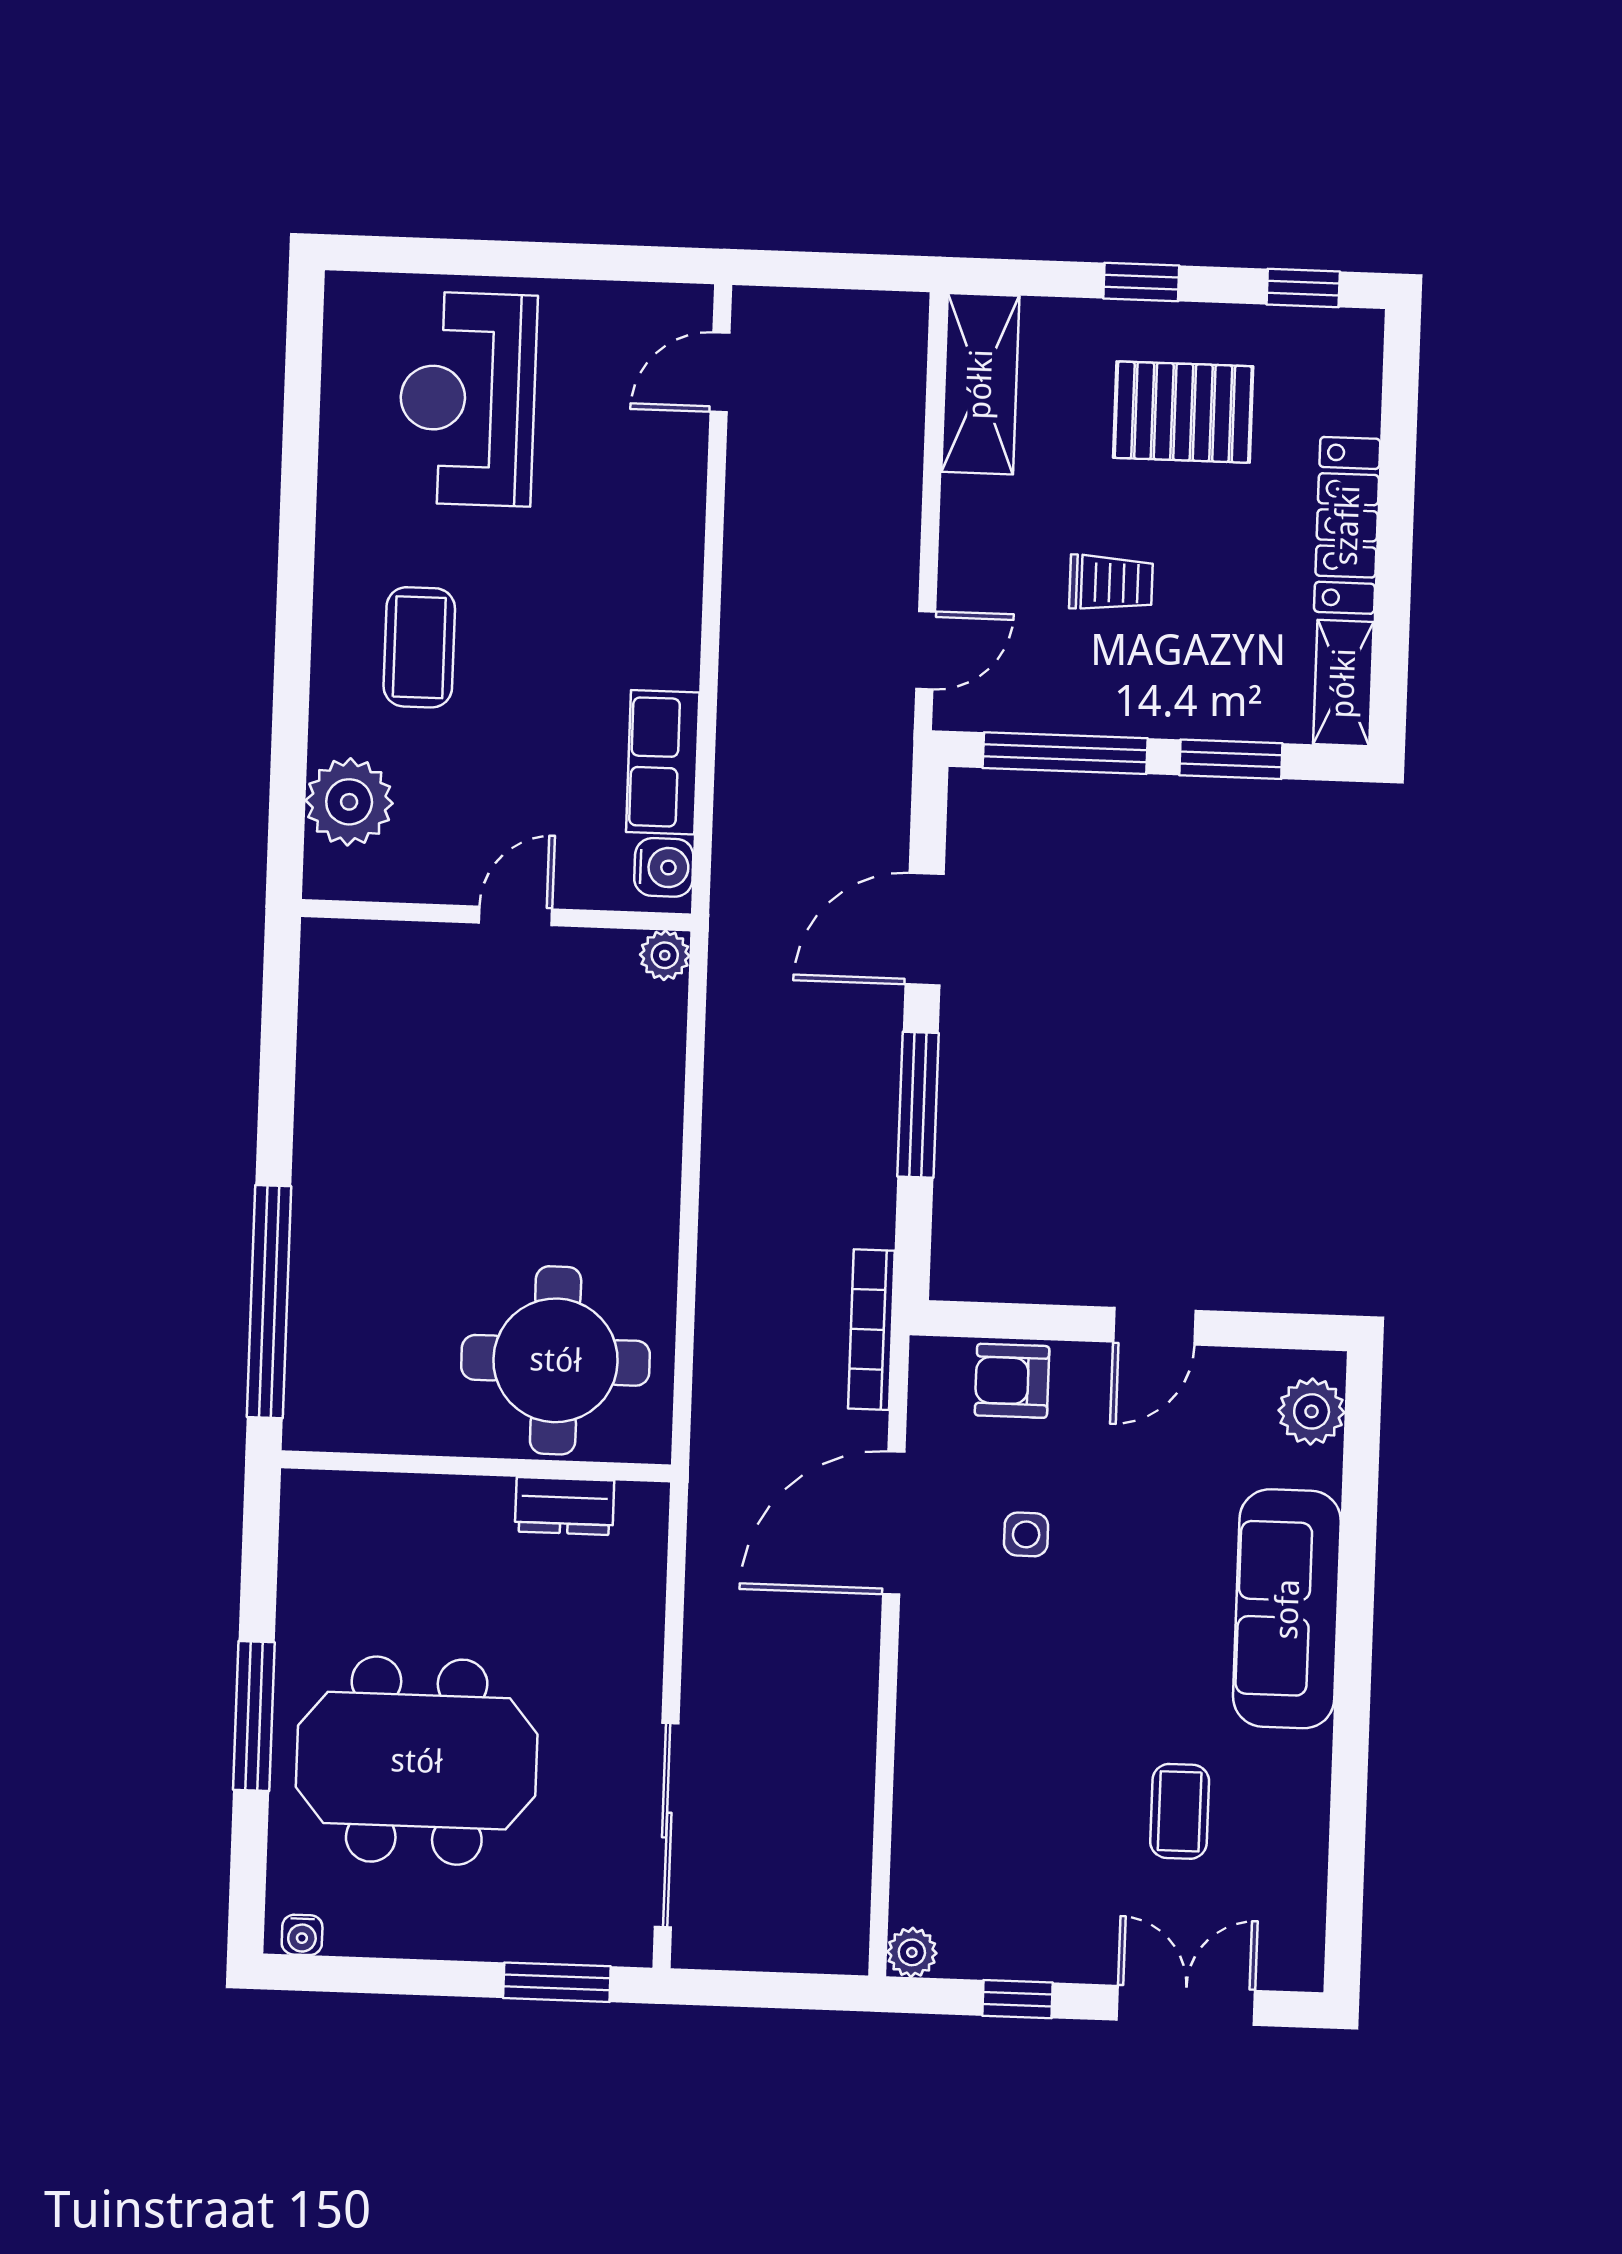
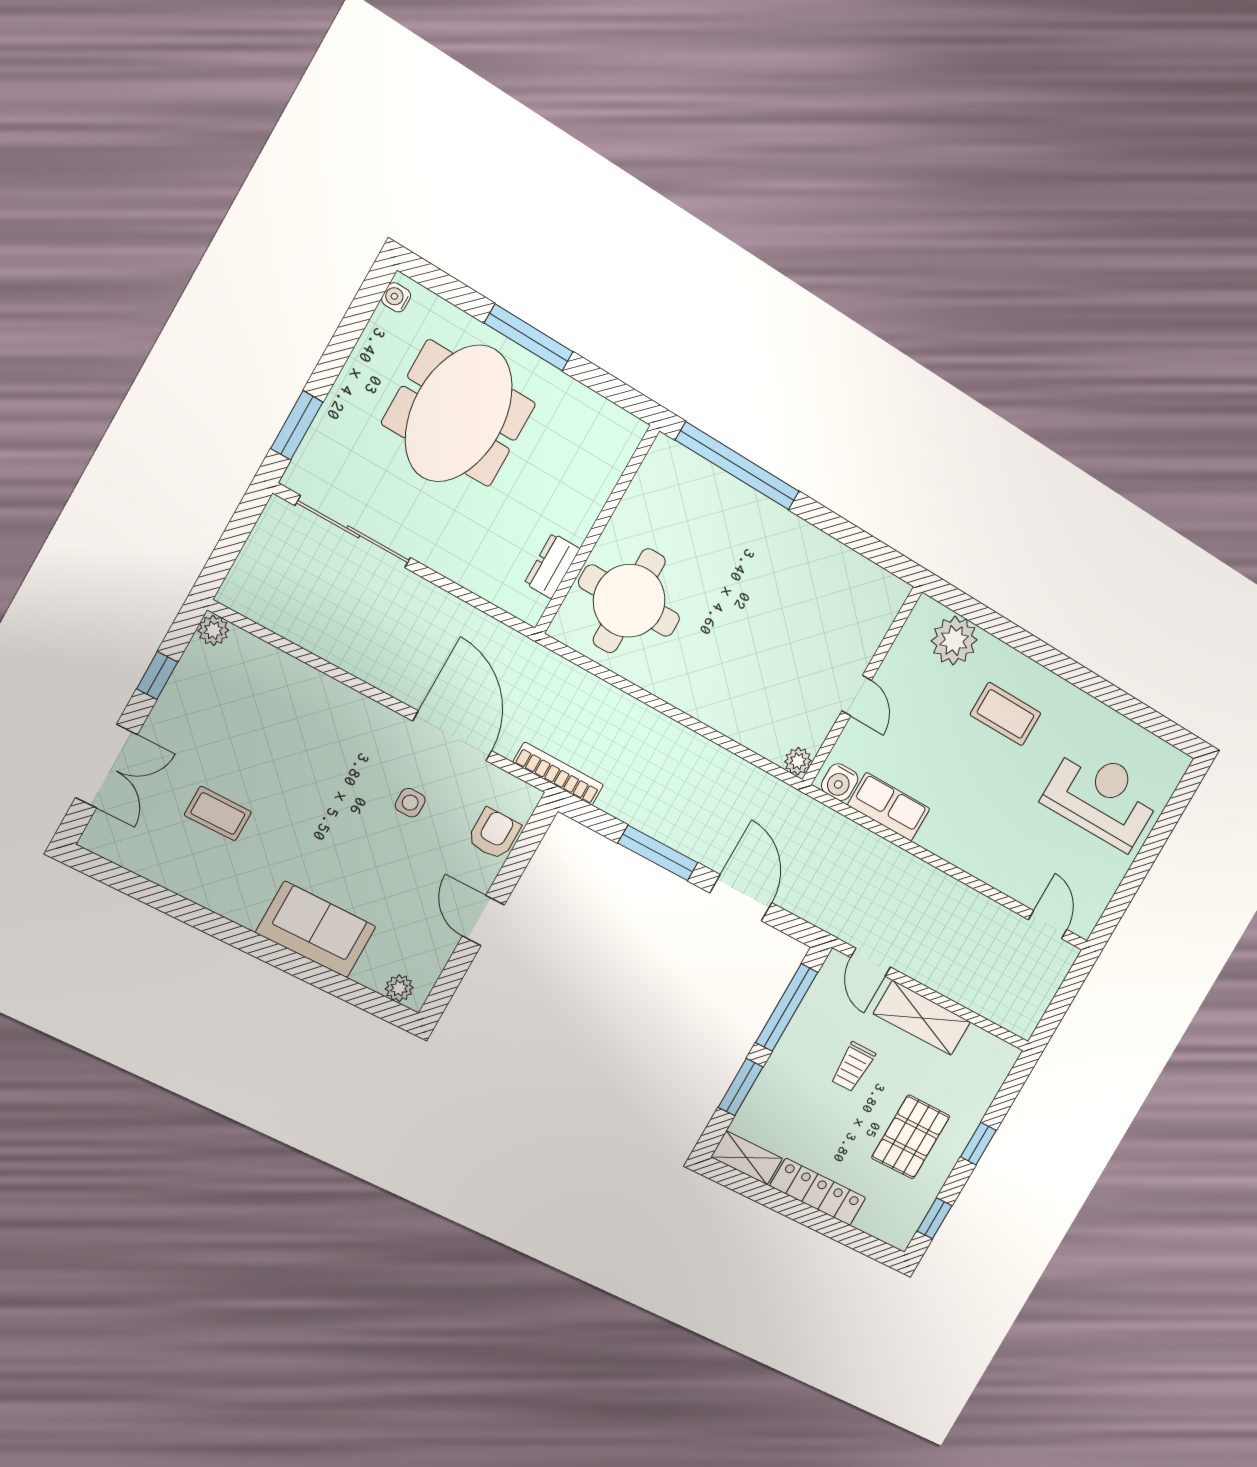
shelving: (980, 384) -> (922, 1018), moved
plant: (1312, 1411) -> (399, 988), width x0.73, depth x0.73
sofa: (1287, 1609) -> (316, 930), width x0.73

